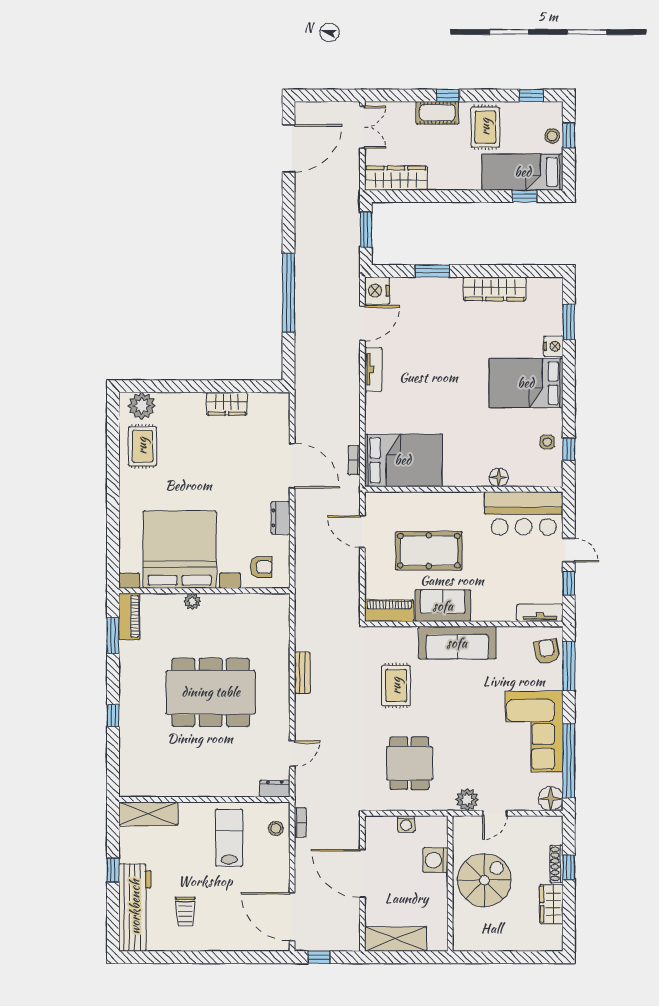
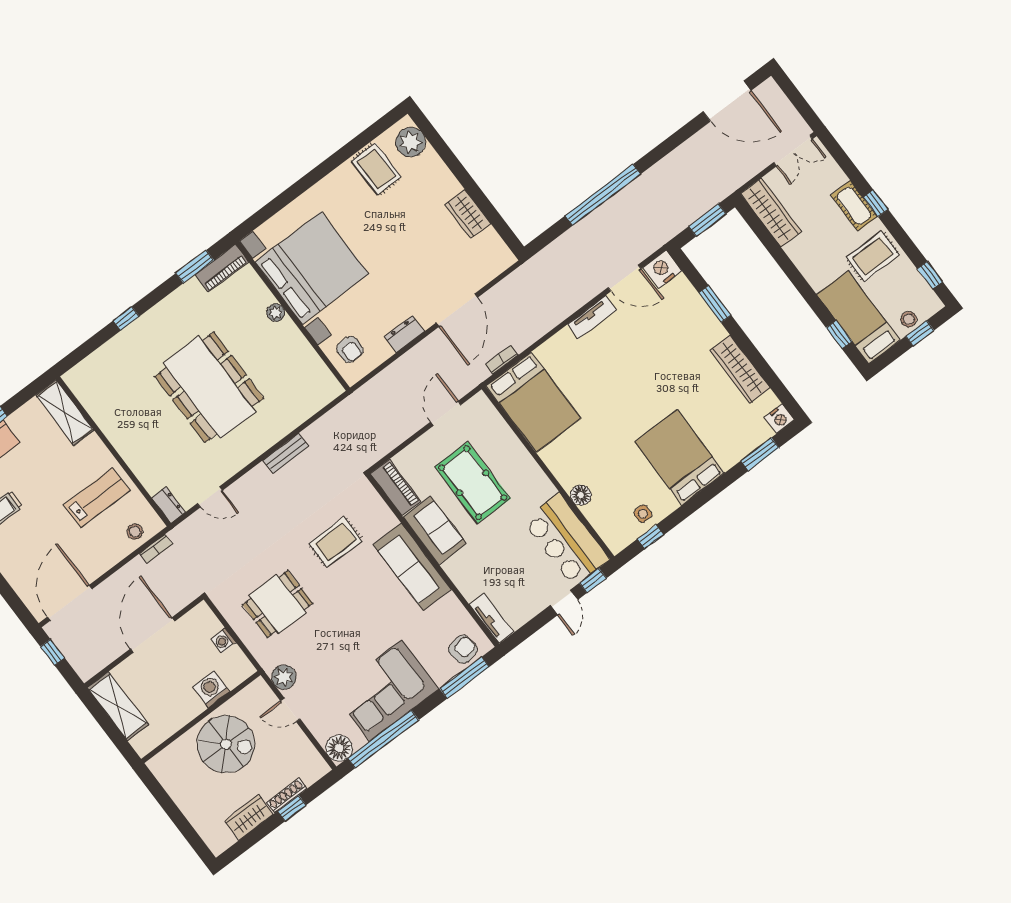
nightstand: (553, 346) -> (779, 419), moved
rug: (142, 446) -> (376, 169), turned 90
window: (569, 583) -> (593, 581), moved

